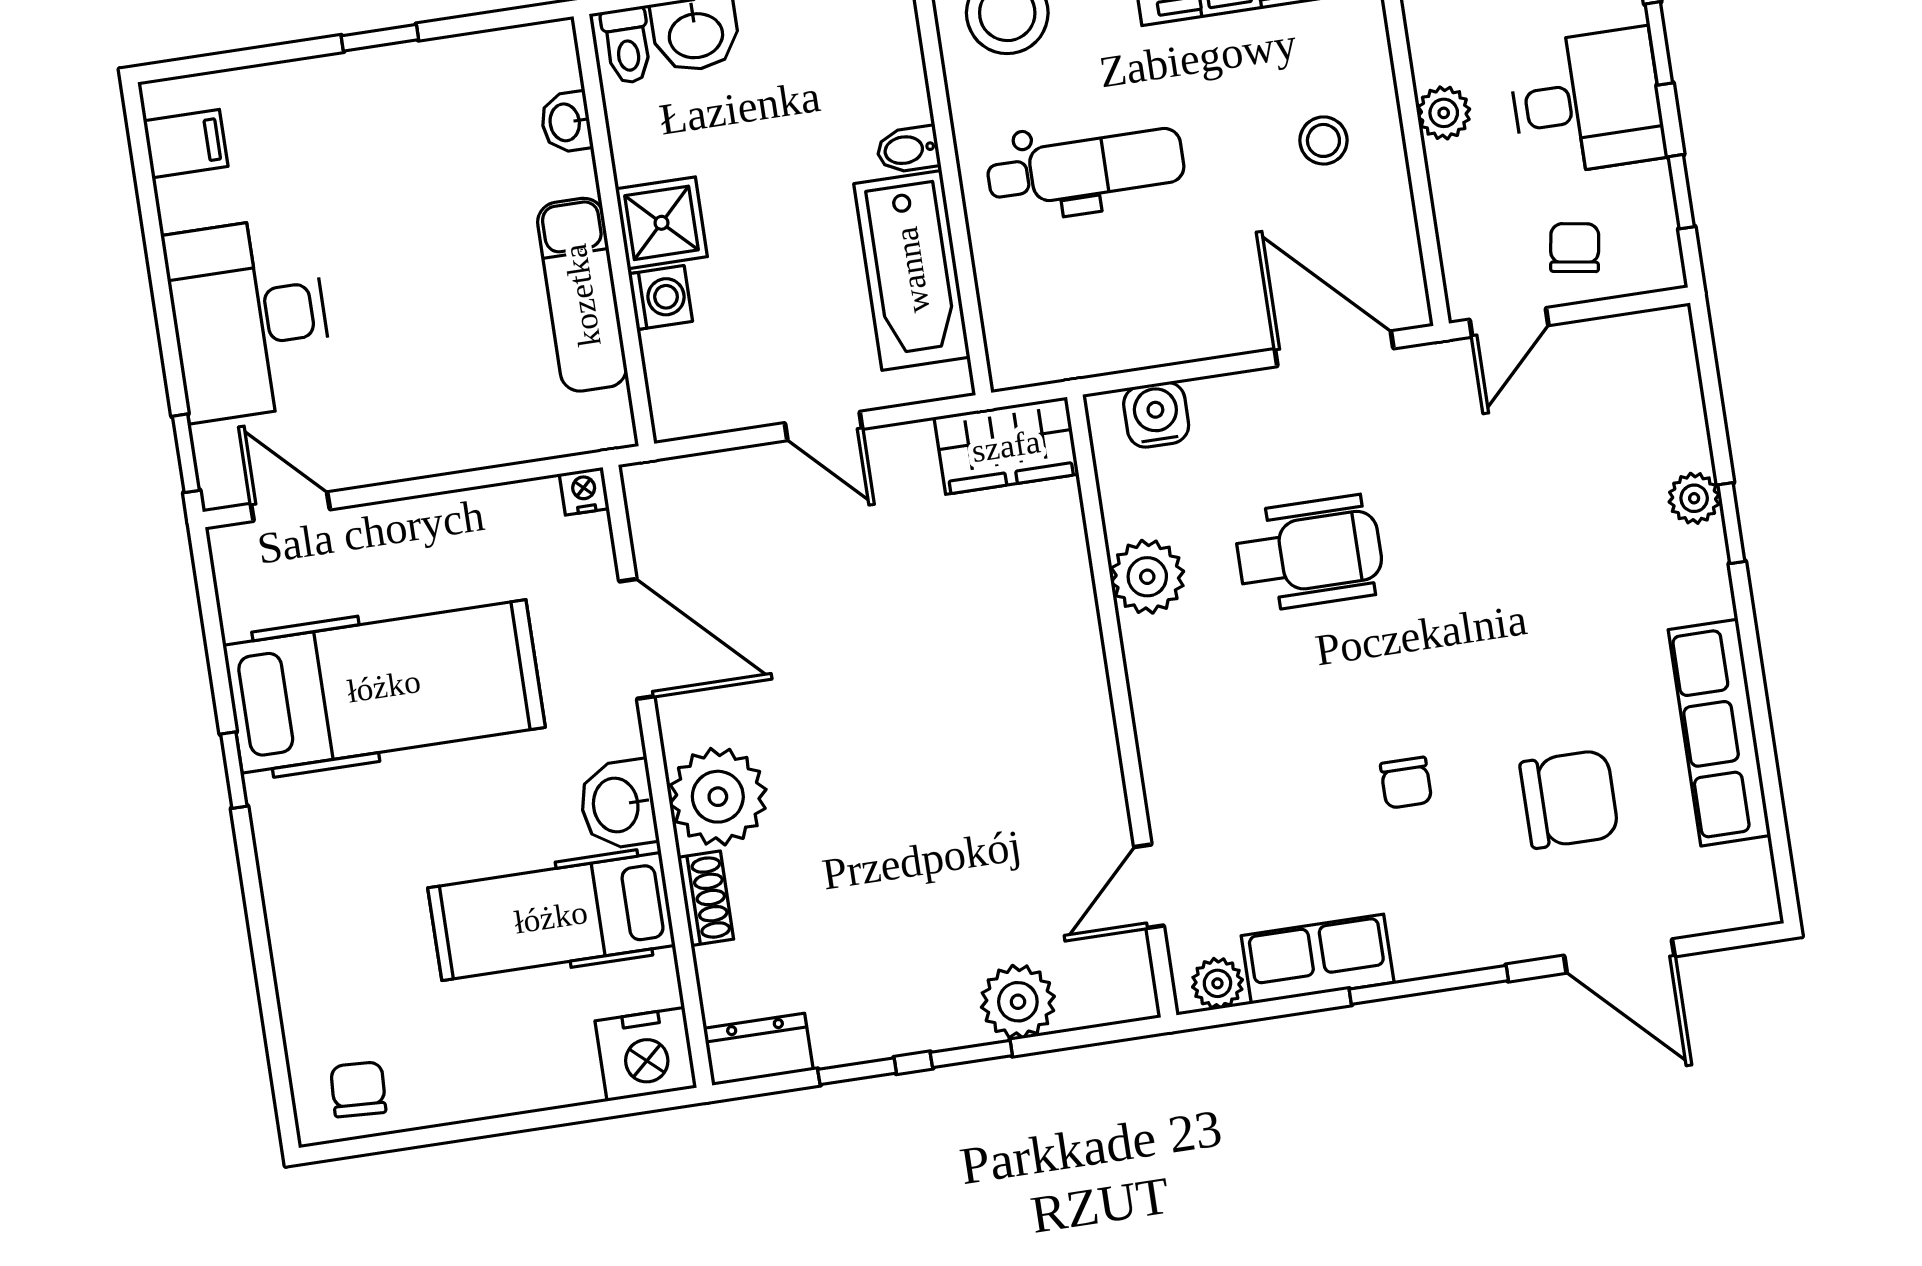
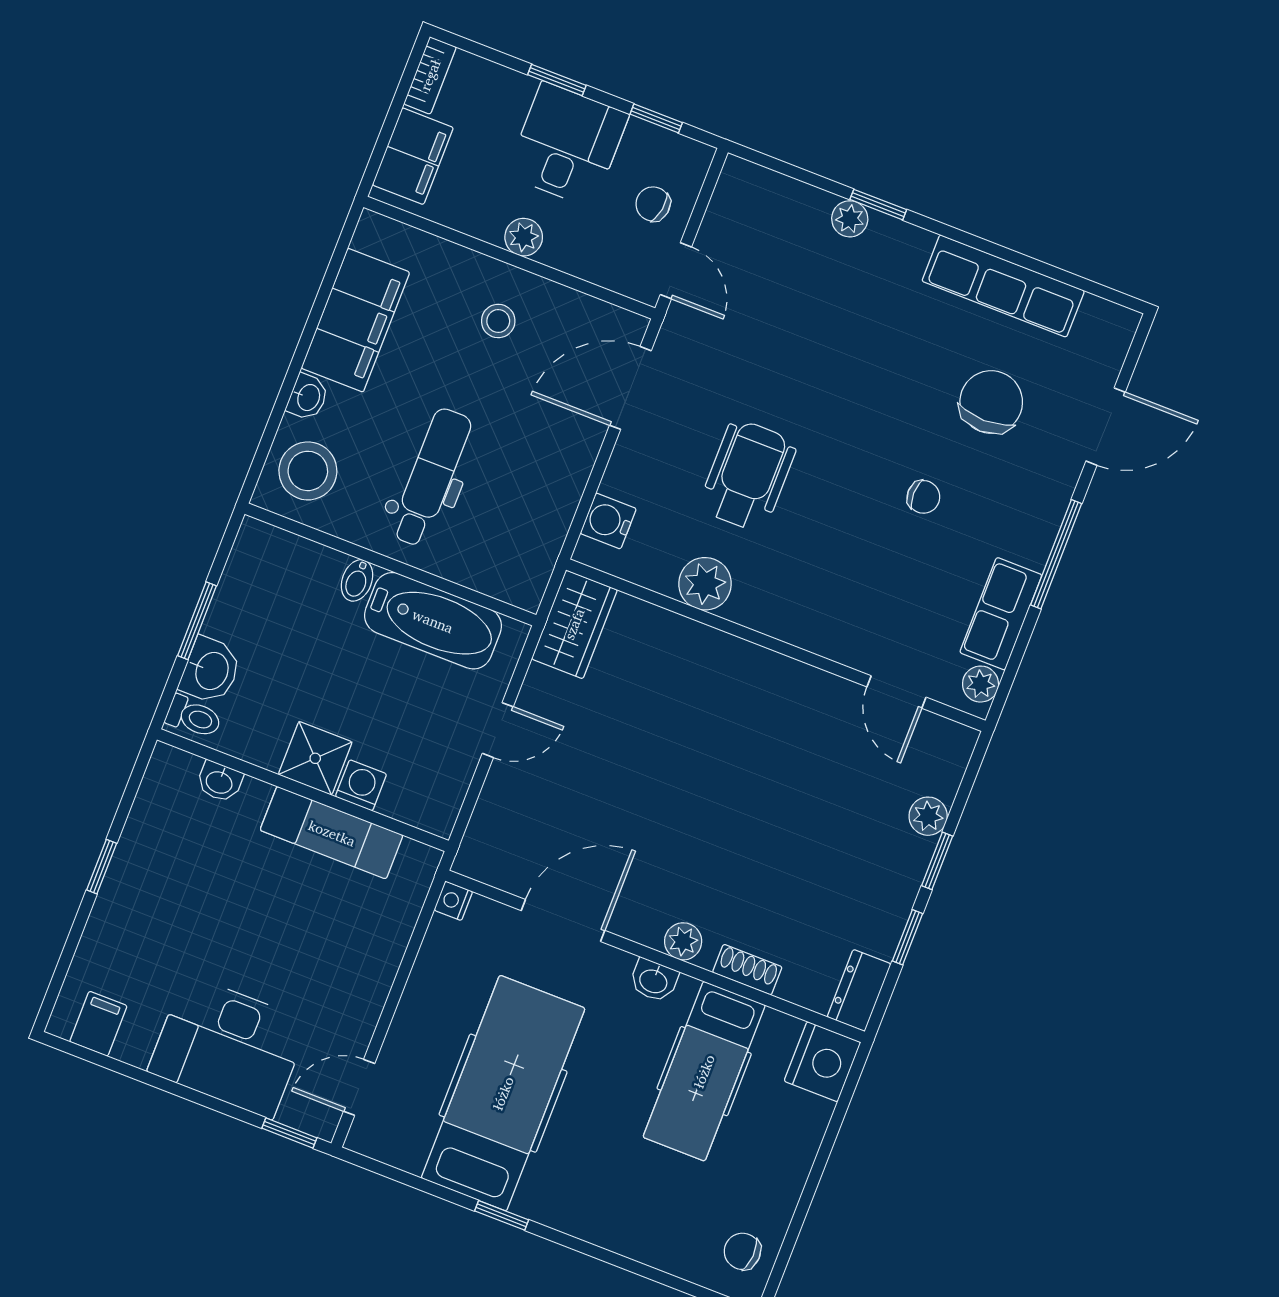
plant: (718, 797) -> (683, 941), width x0.53, depth x0.53
washbasin: (618, 805) -> (654, 980), width x0.72, depth x0.69
plant: (1018, 1002) -> (928, 816), width x0.73, depth x0.73

